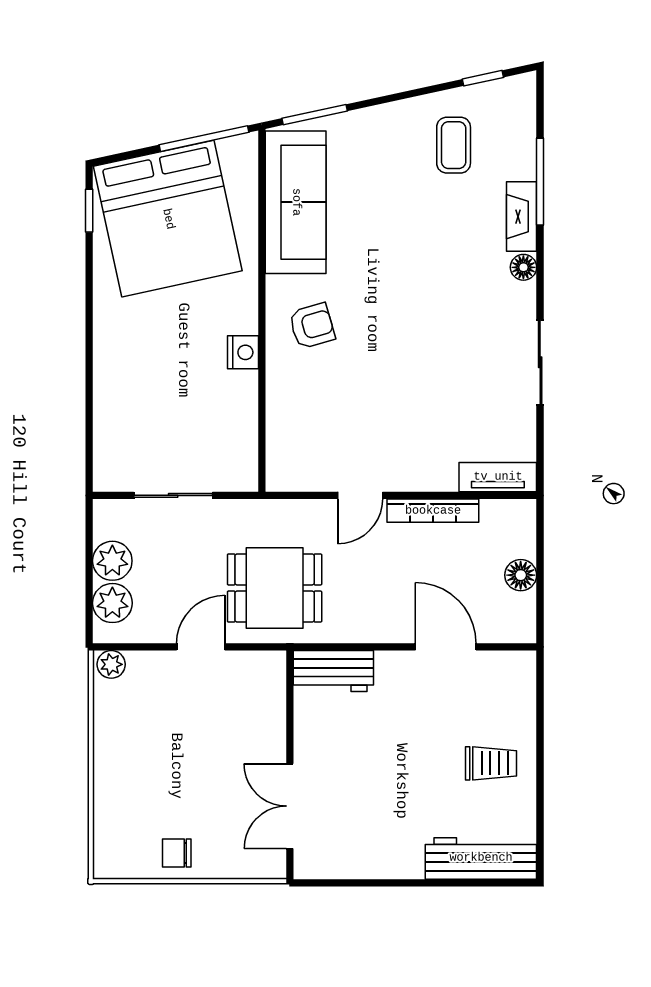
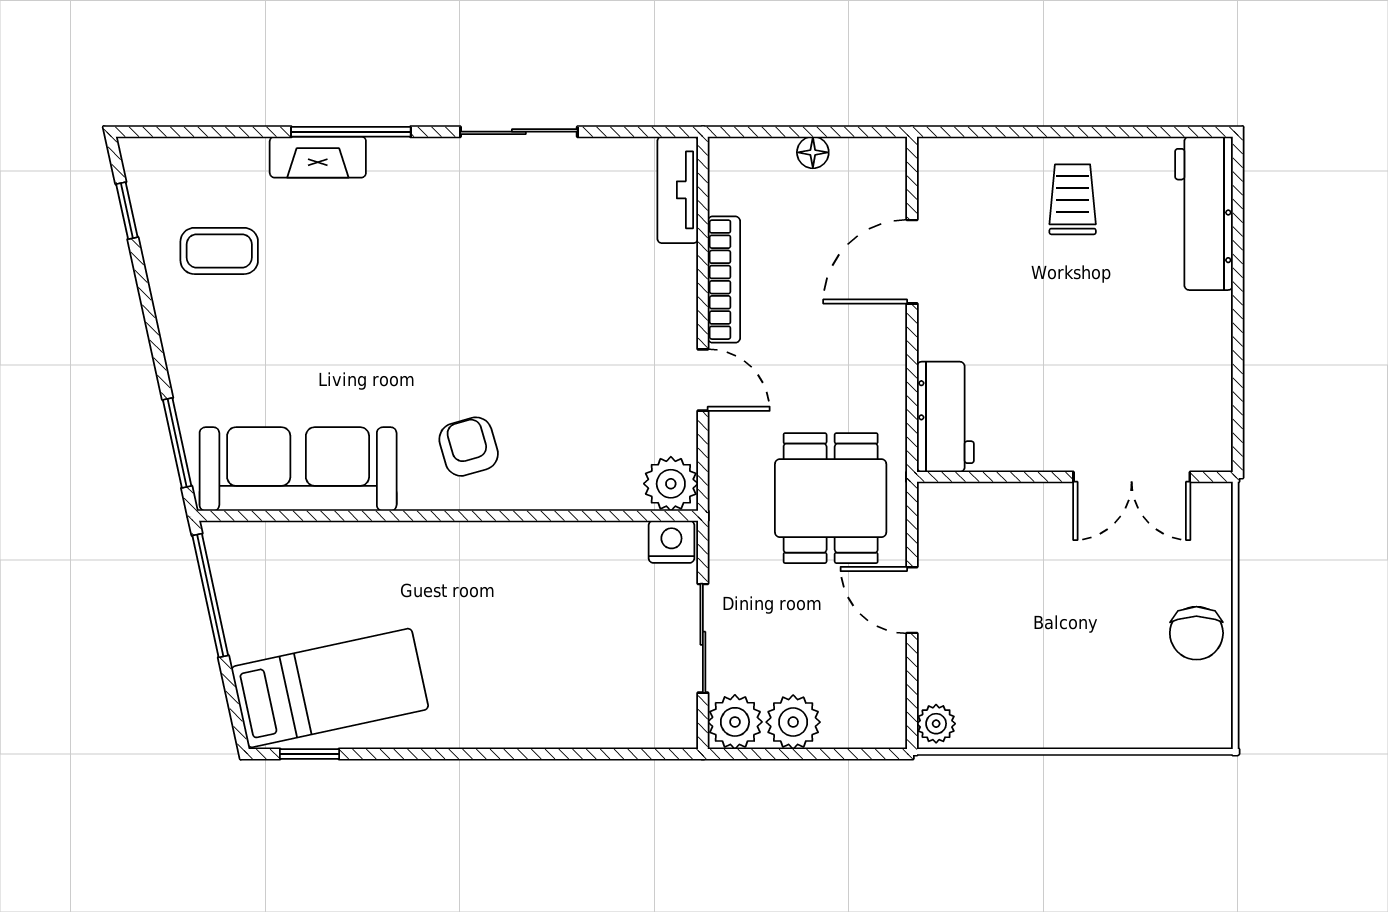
window: (540, 182) -> (351, 132), moved
bed: (168, 219) -> (330, 688), width x0.49
floor lamp: (523, 267) -> (388, 154), removed
nightstand: (243, 352) -> (671, 542), moved
plant: (285, 472) -> (671, 484), added
floor lamp: (521, 575) -> (813, 152), width x0.73, depth x0.73
plant: (112, 603) -> (735, 722), moved
chair: (177, 853) -> (1196, 633), width x1.37, depth x1.37

